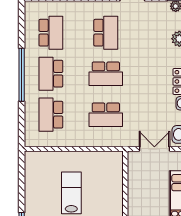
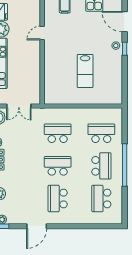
school desk: (51, 115) -> (101, 133), turned -90

